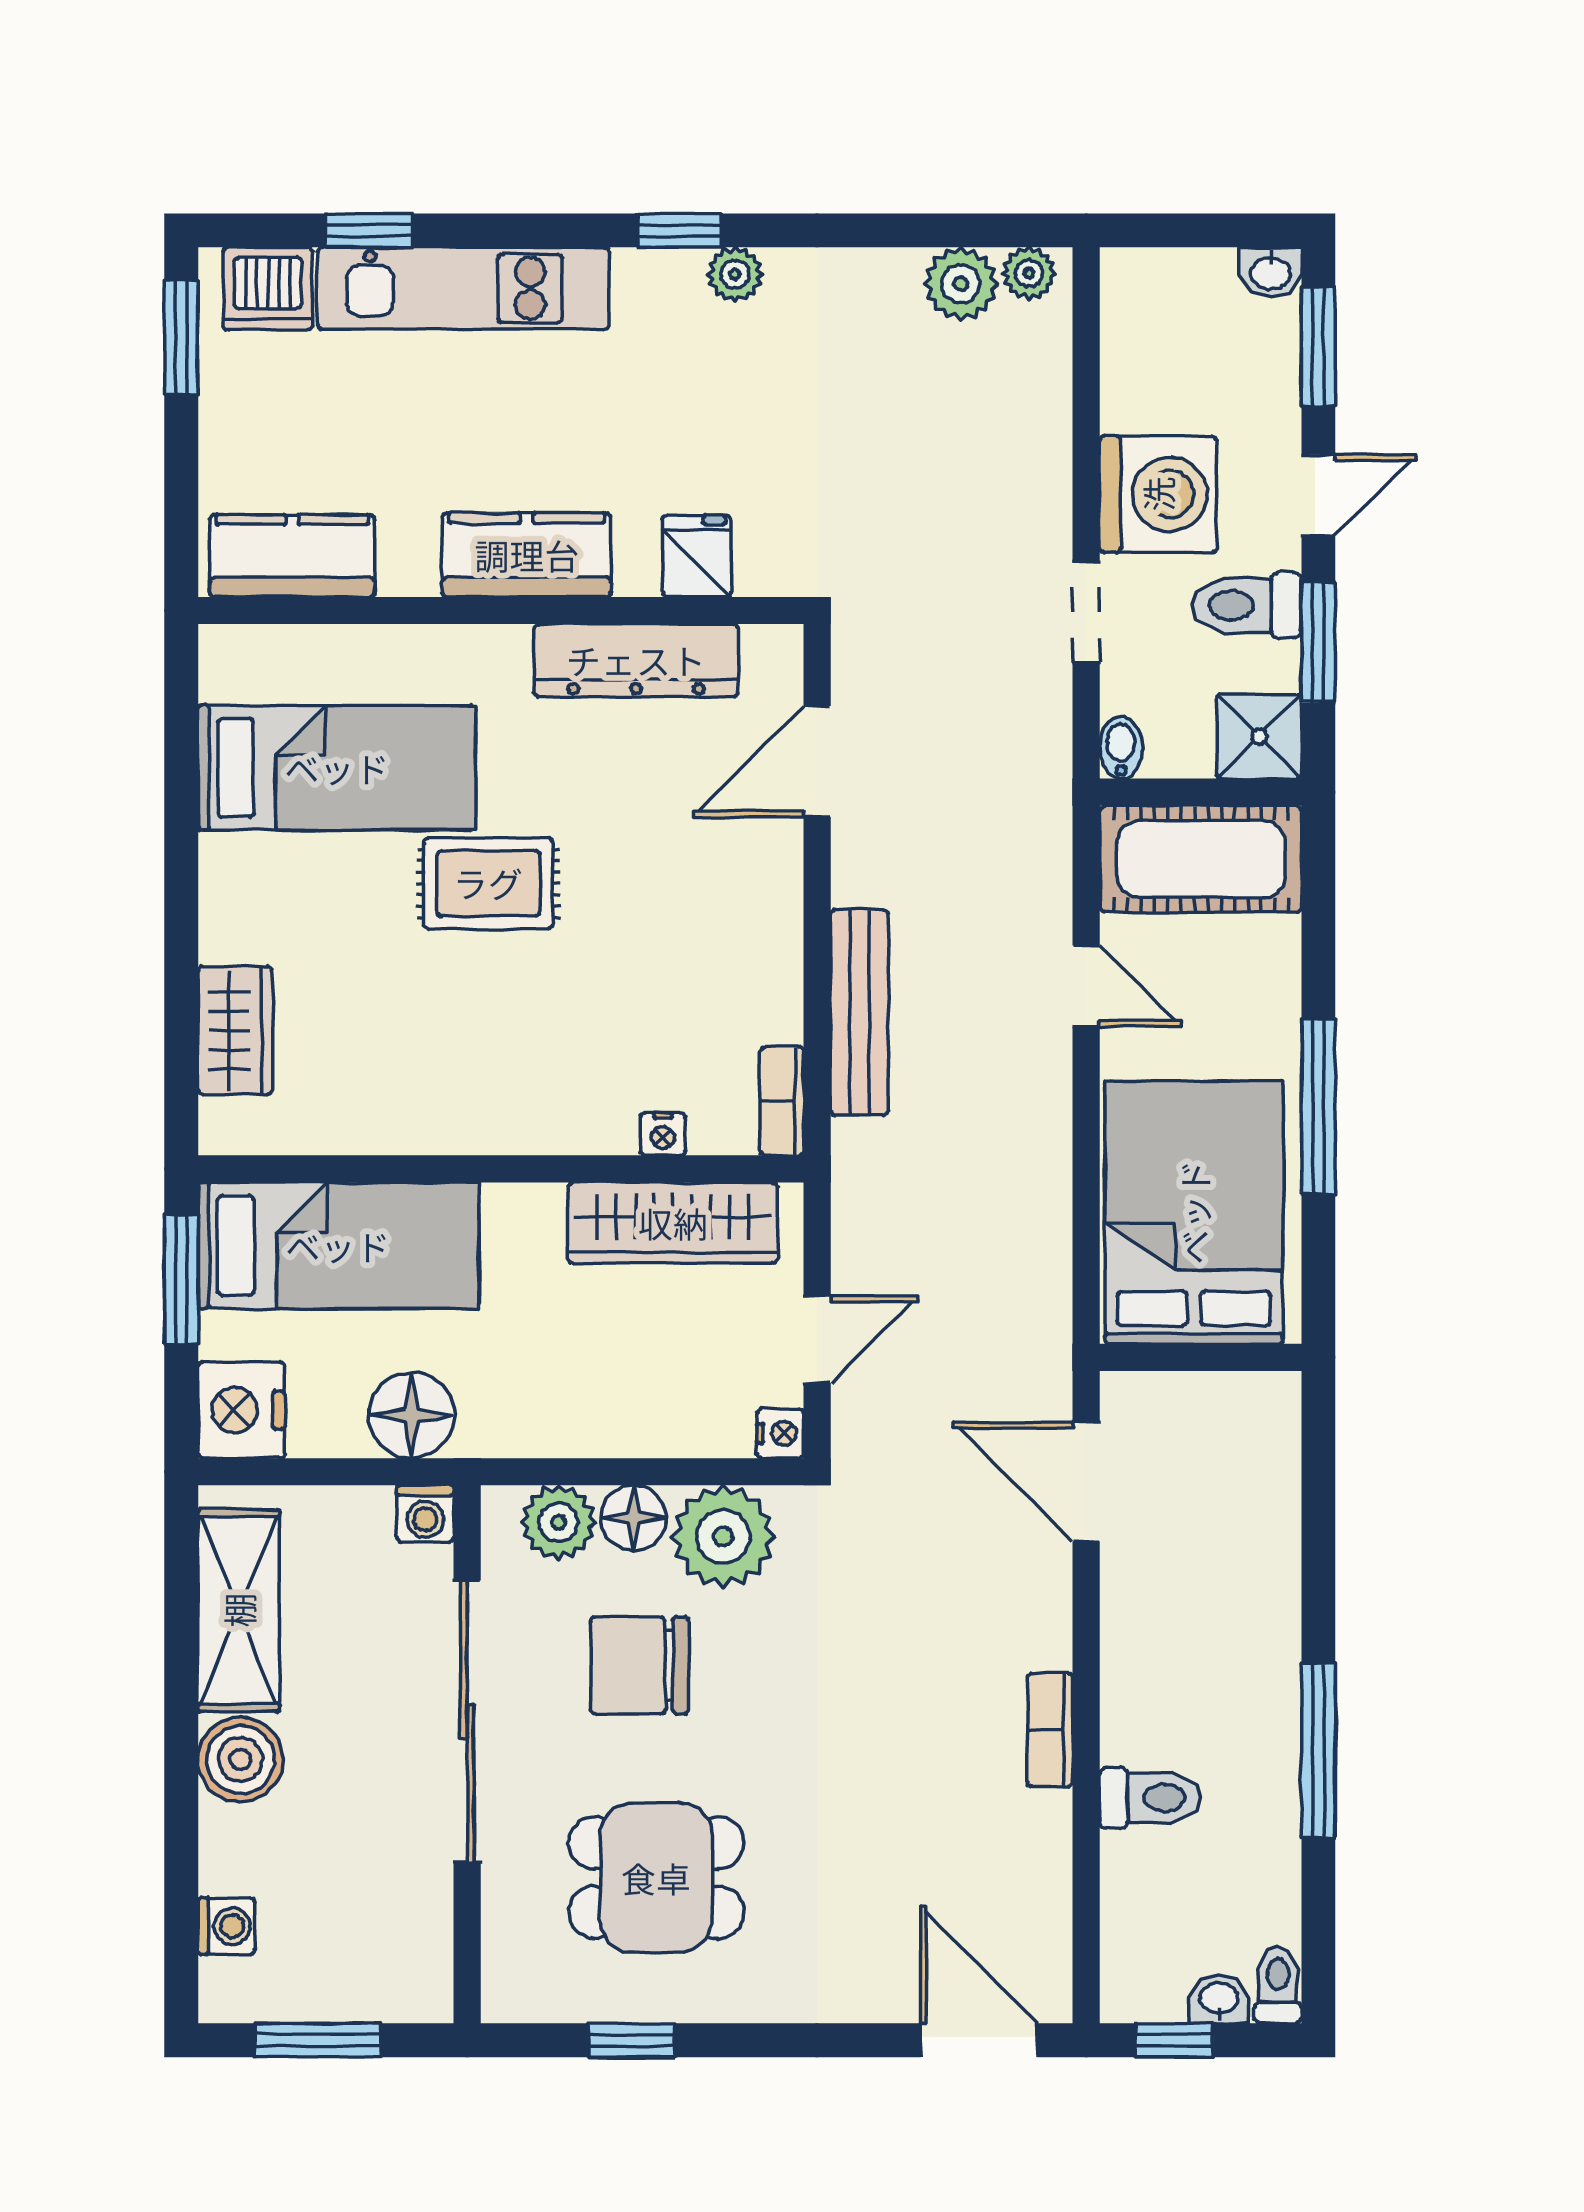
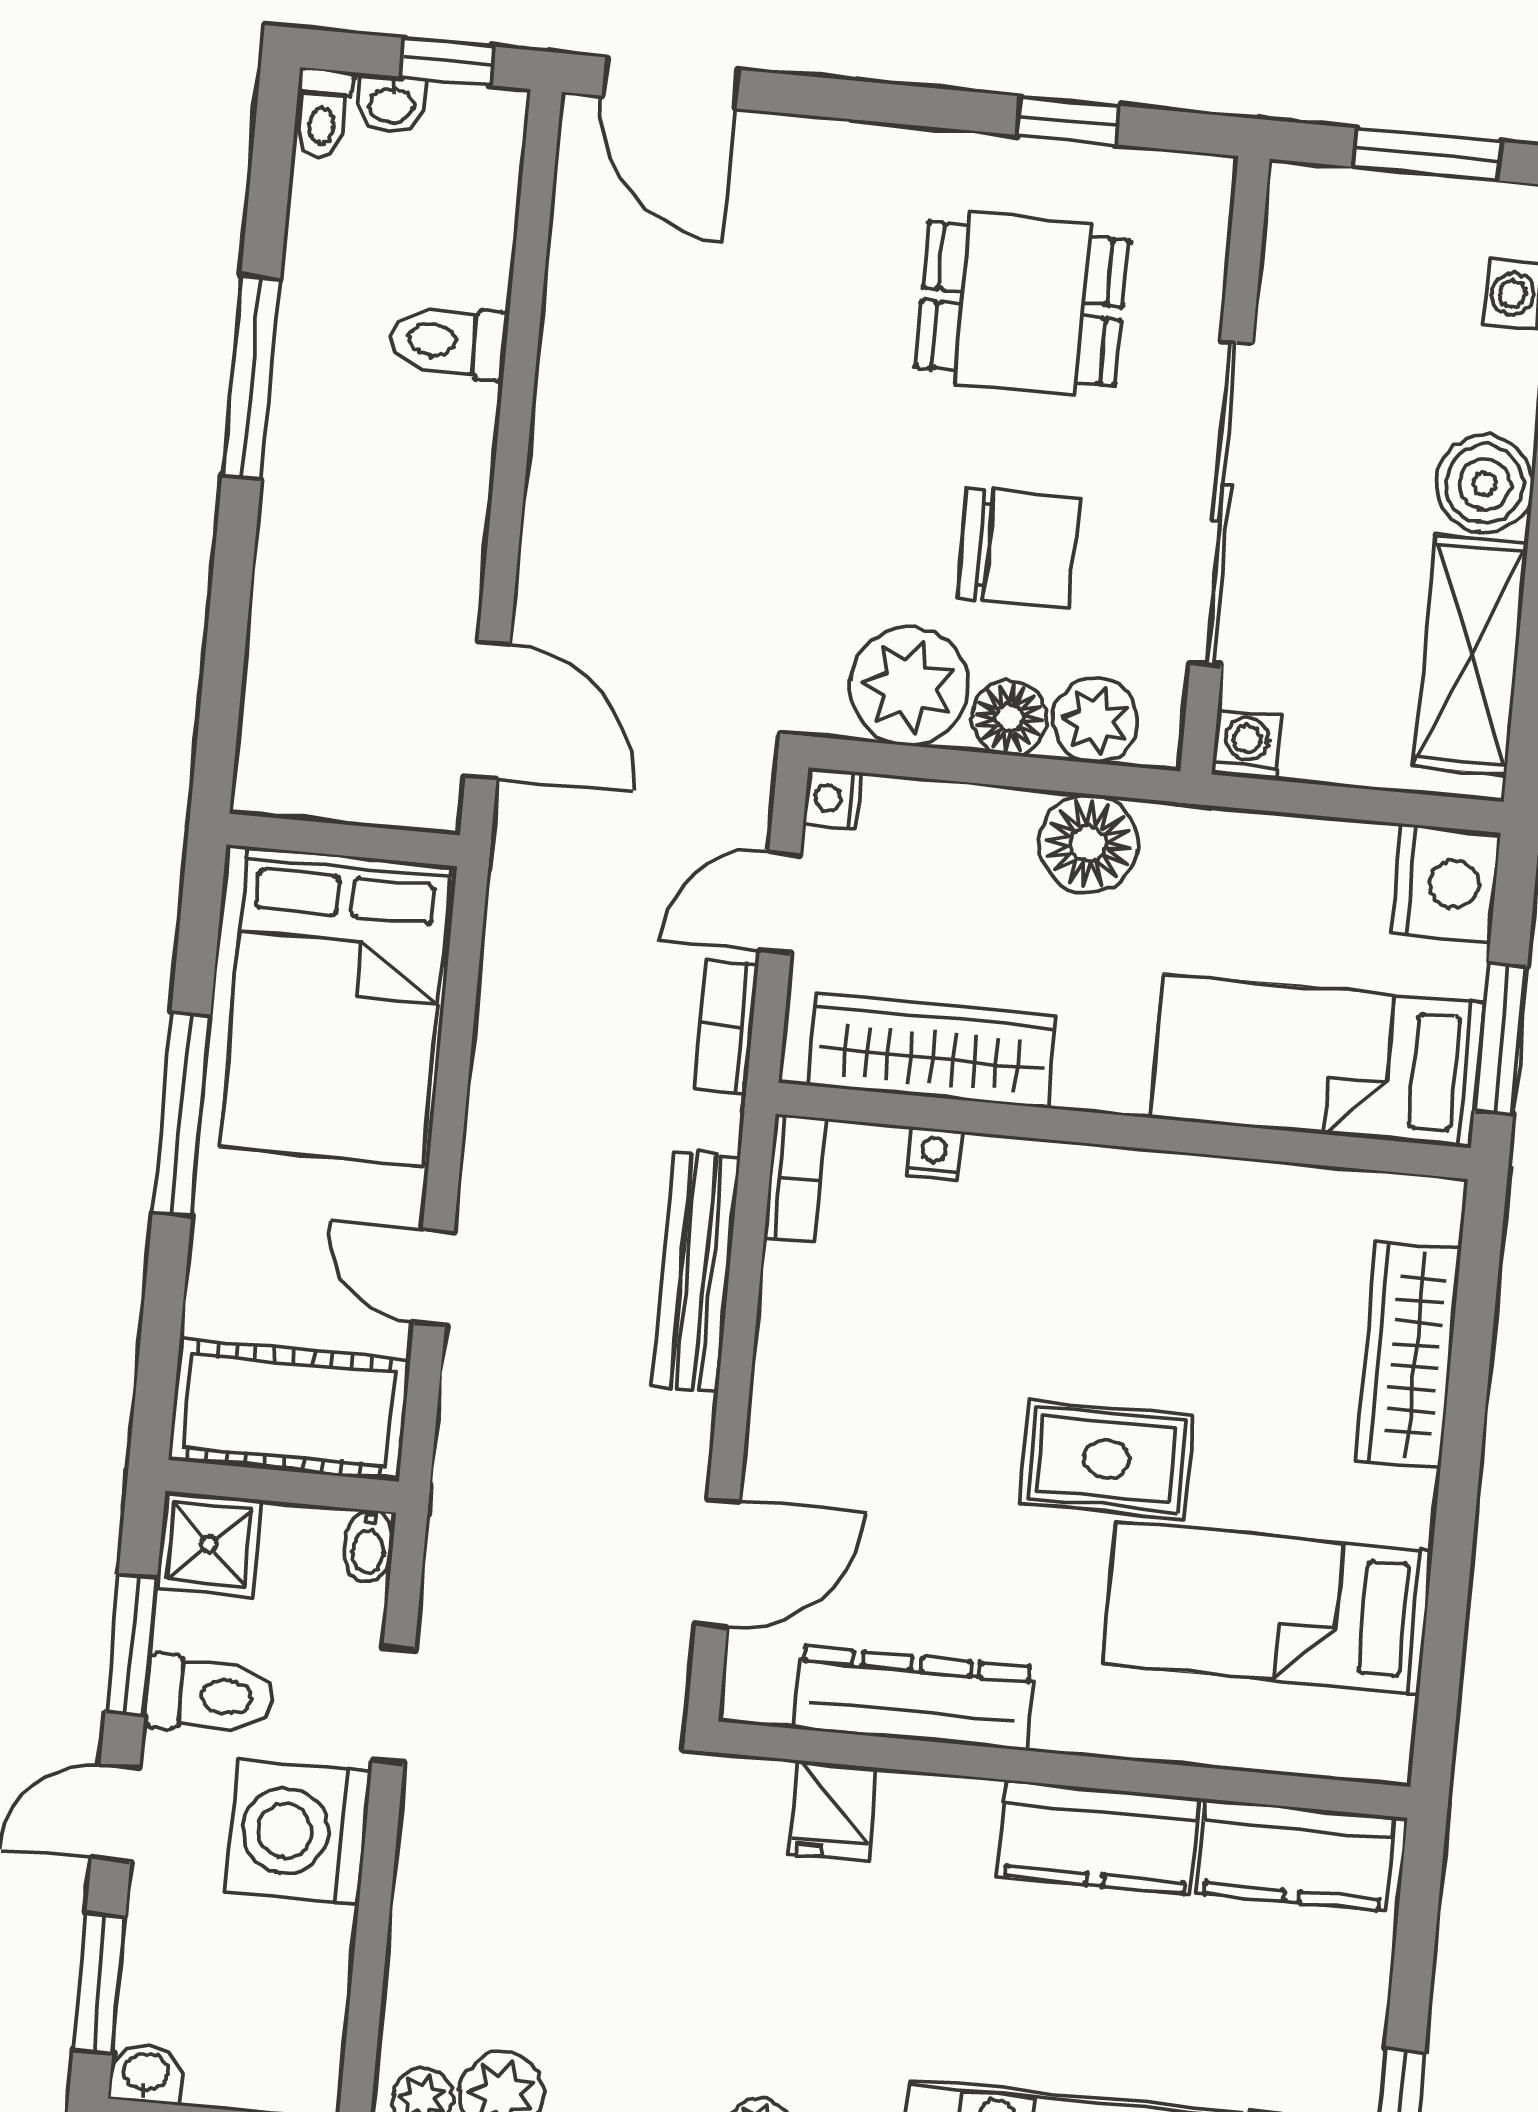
kitchen counter: (527, 555) -> (1099, 1837), moved
wardrobe: (235, 1030) -> (1409, 1355), width x1.50
floor lamp: (412, 1415) -> (1089, 844), moved
bookcase: (1050, 1730) -> (727, 1026), moved, turned 180

